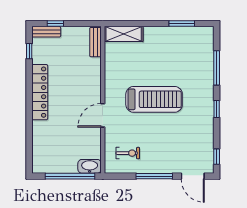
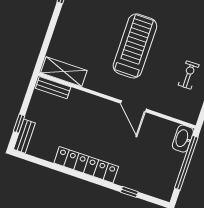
shelving: (124, 34) -> (64, 72), moved, turned 90
window: (29, 51) -> (129, 192), moved
exercise bike: (128, 153) -> (189, 75), moved

